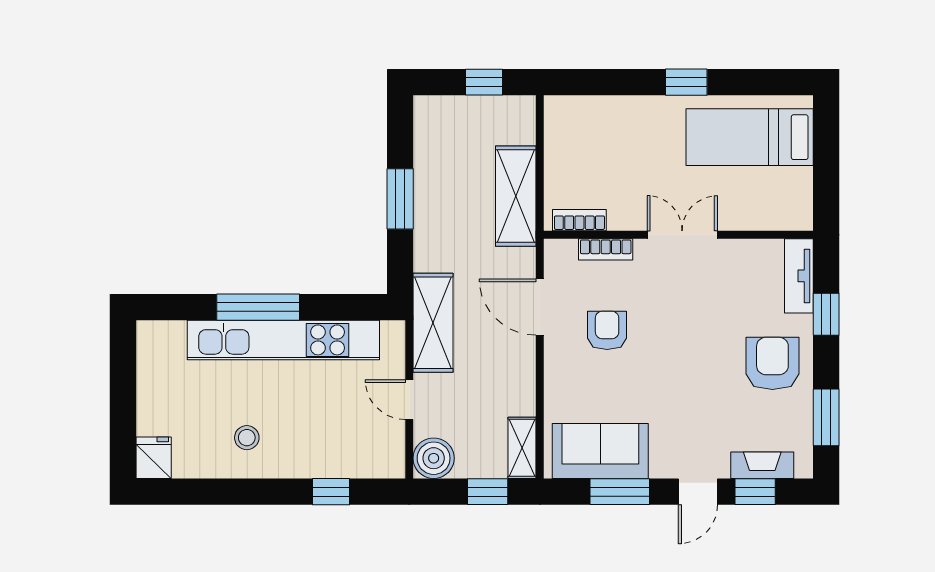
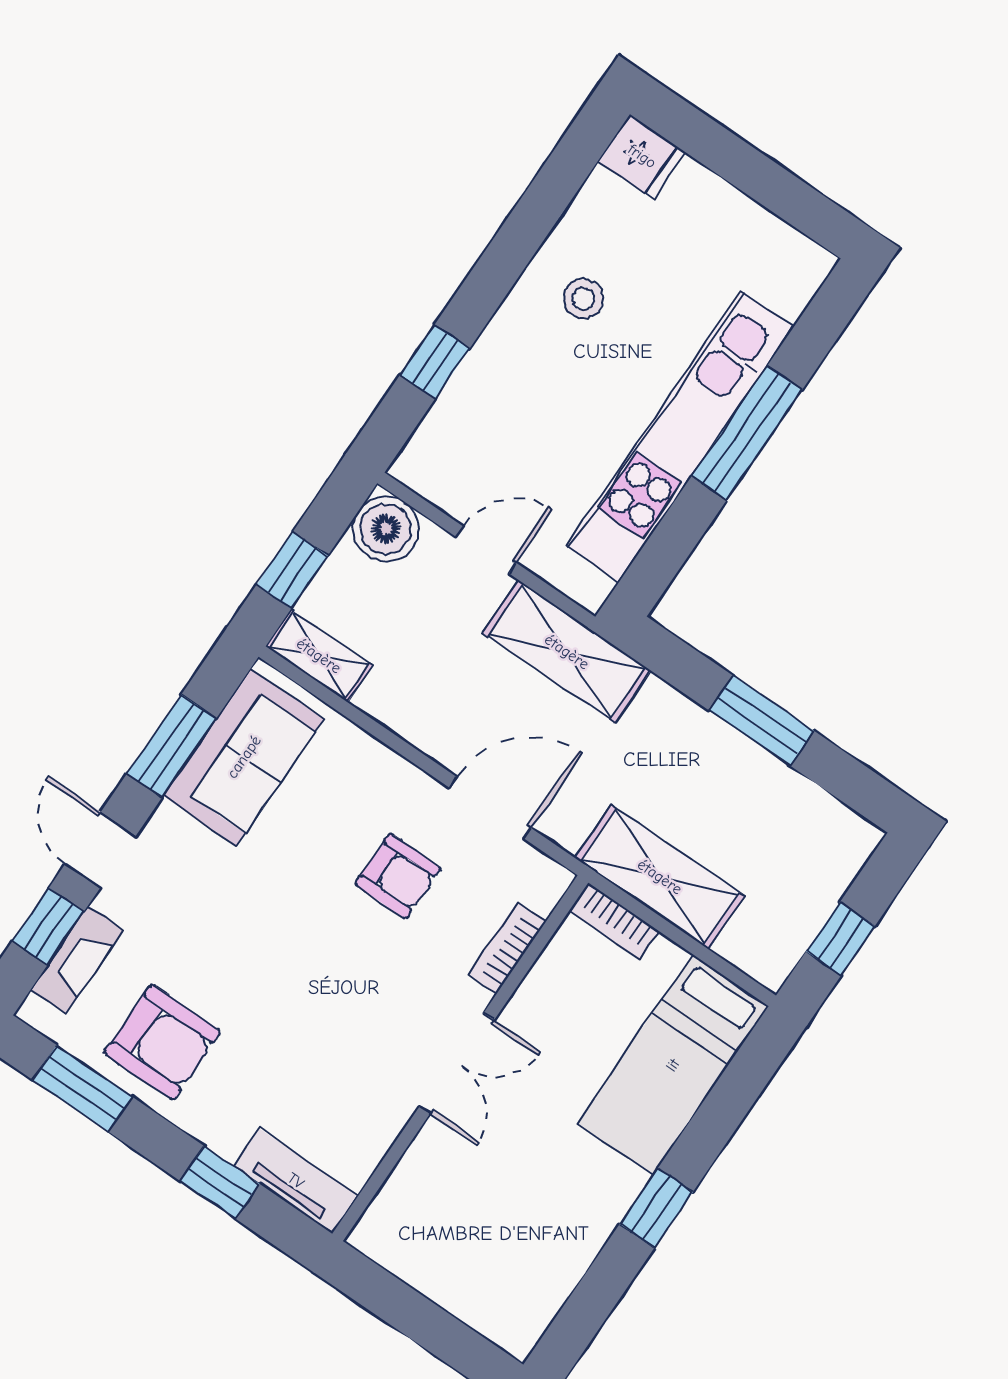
bed: (750, 137) -> (673, 1065), moved, turned 180
bookcase: (579, 220) -> (614, 921), moved, turned 90
armchair: (772, 363) -> (162, 1042), moved

